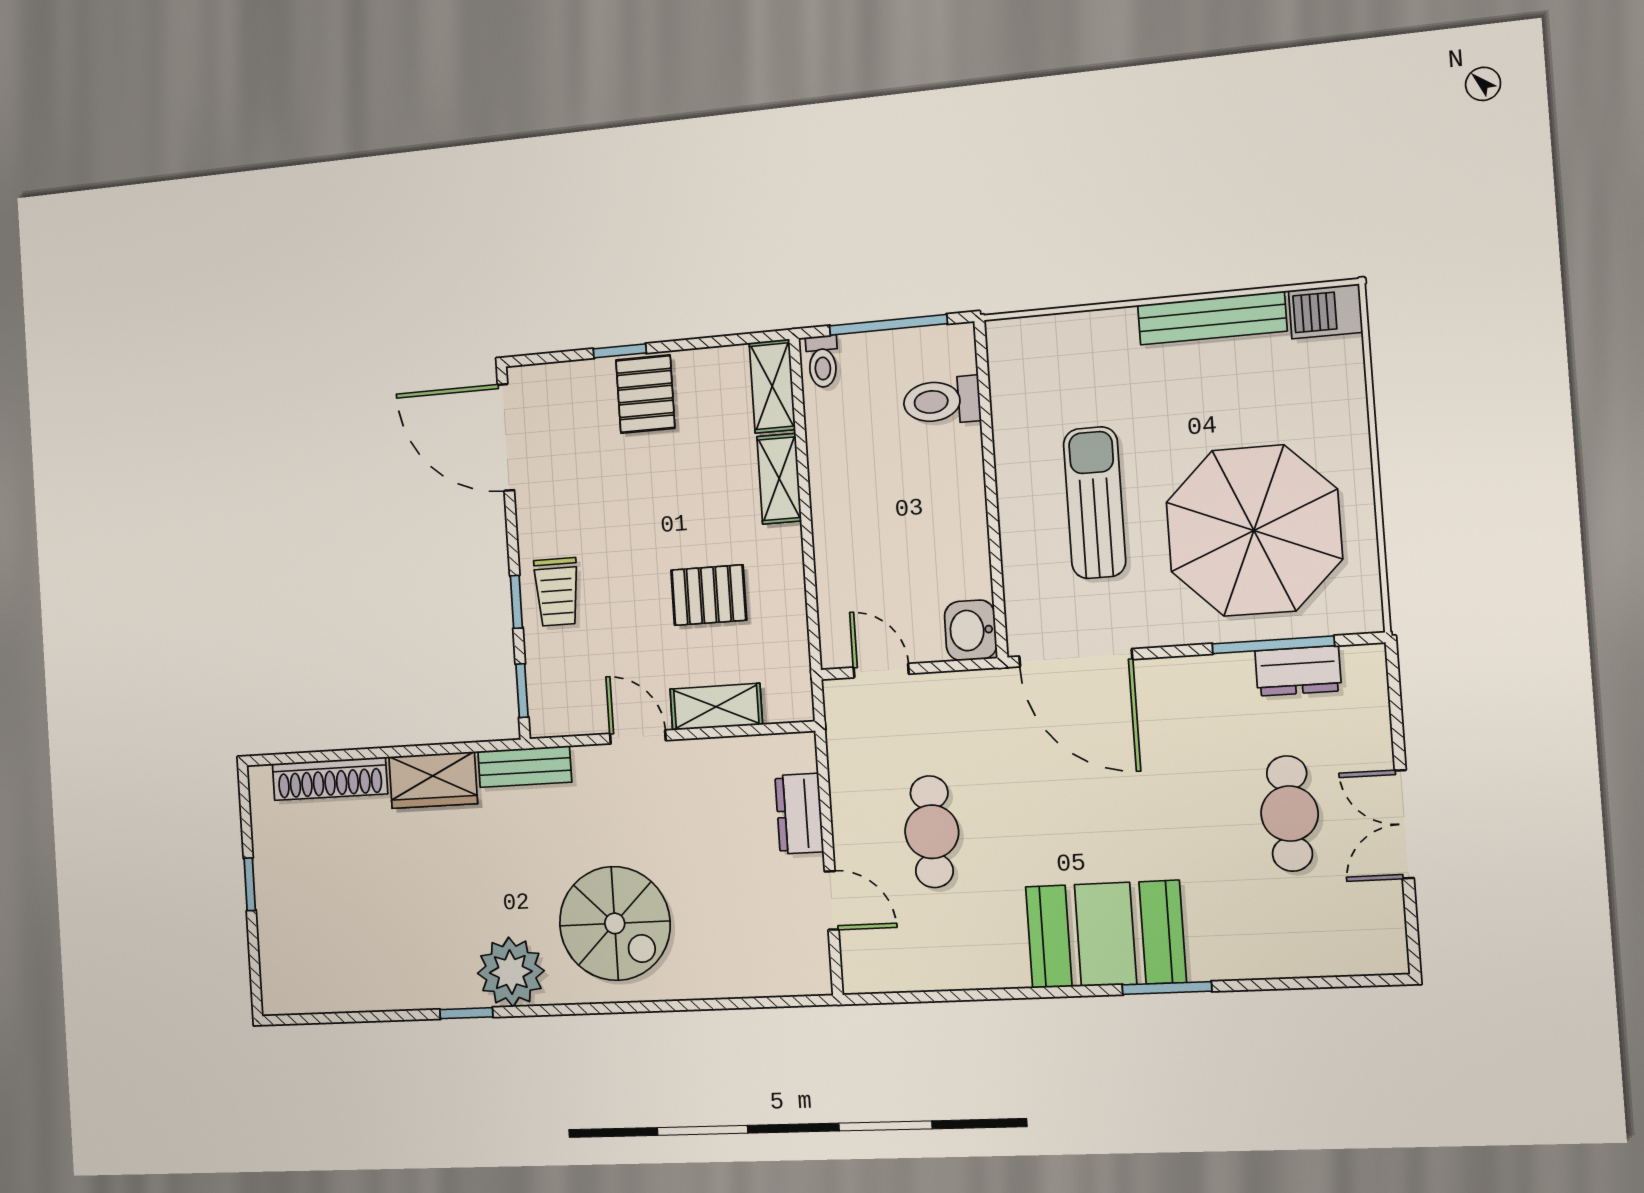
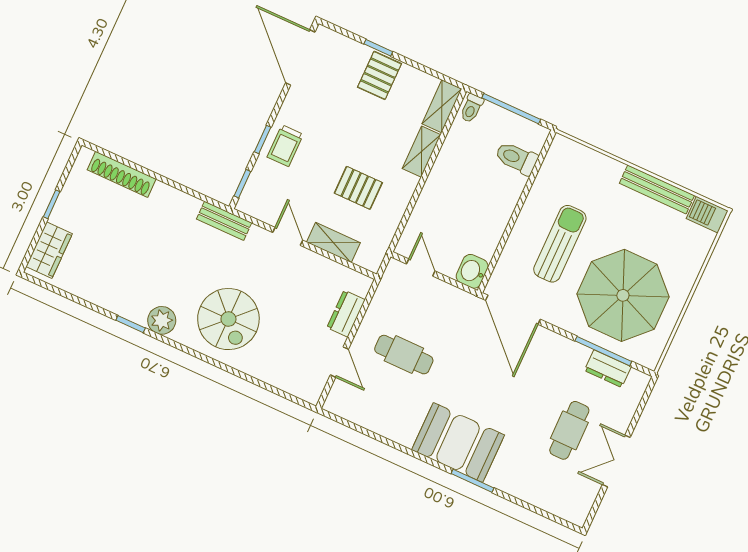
wardrobe: (433, 780) -> (49, 250), moved, turned -90
cafe table: (932, 832) -> (404, 355), turned 90
plant: (511, 972) -> (162, 320), width x0.73, depth x0.73

